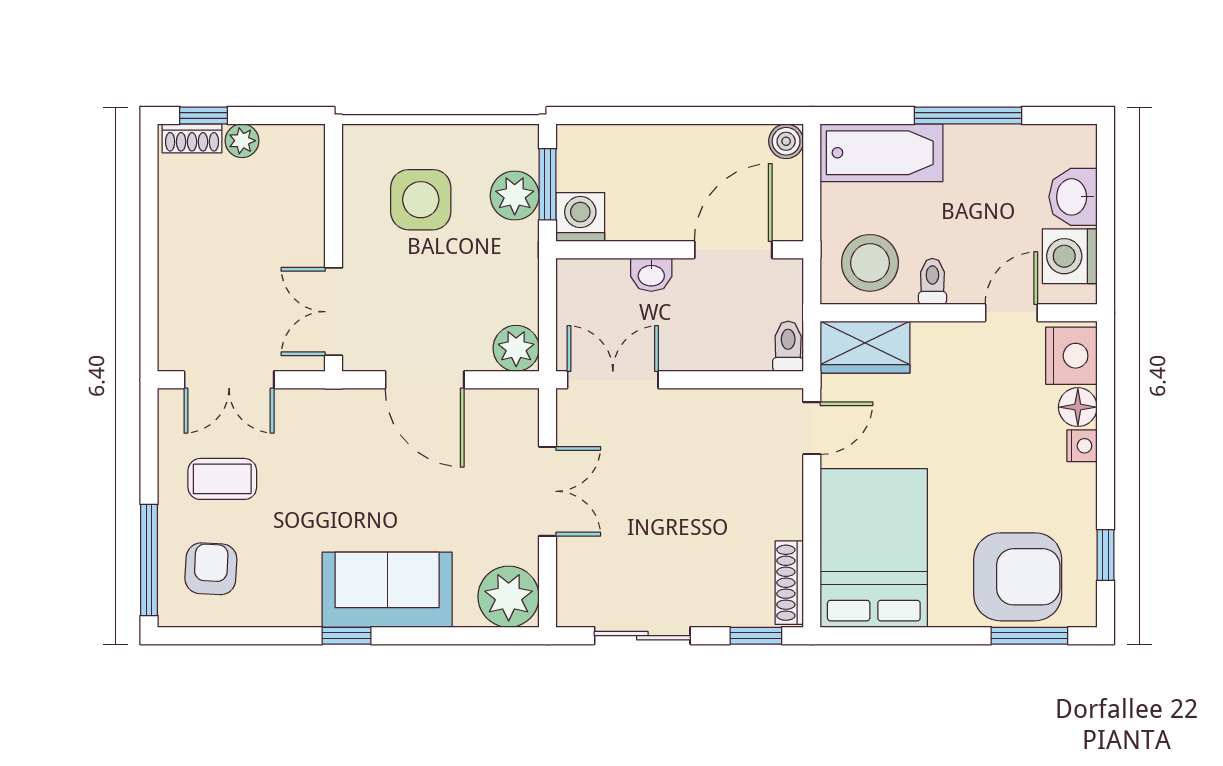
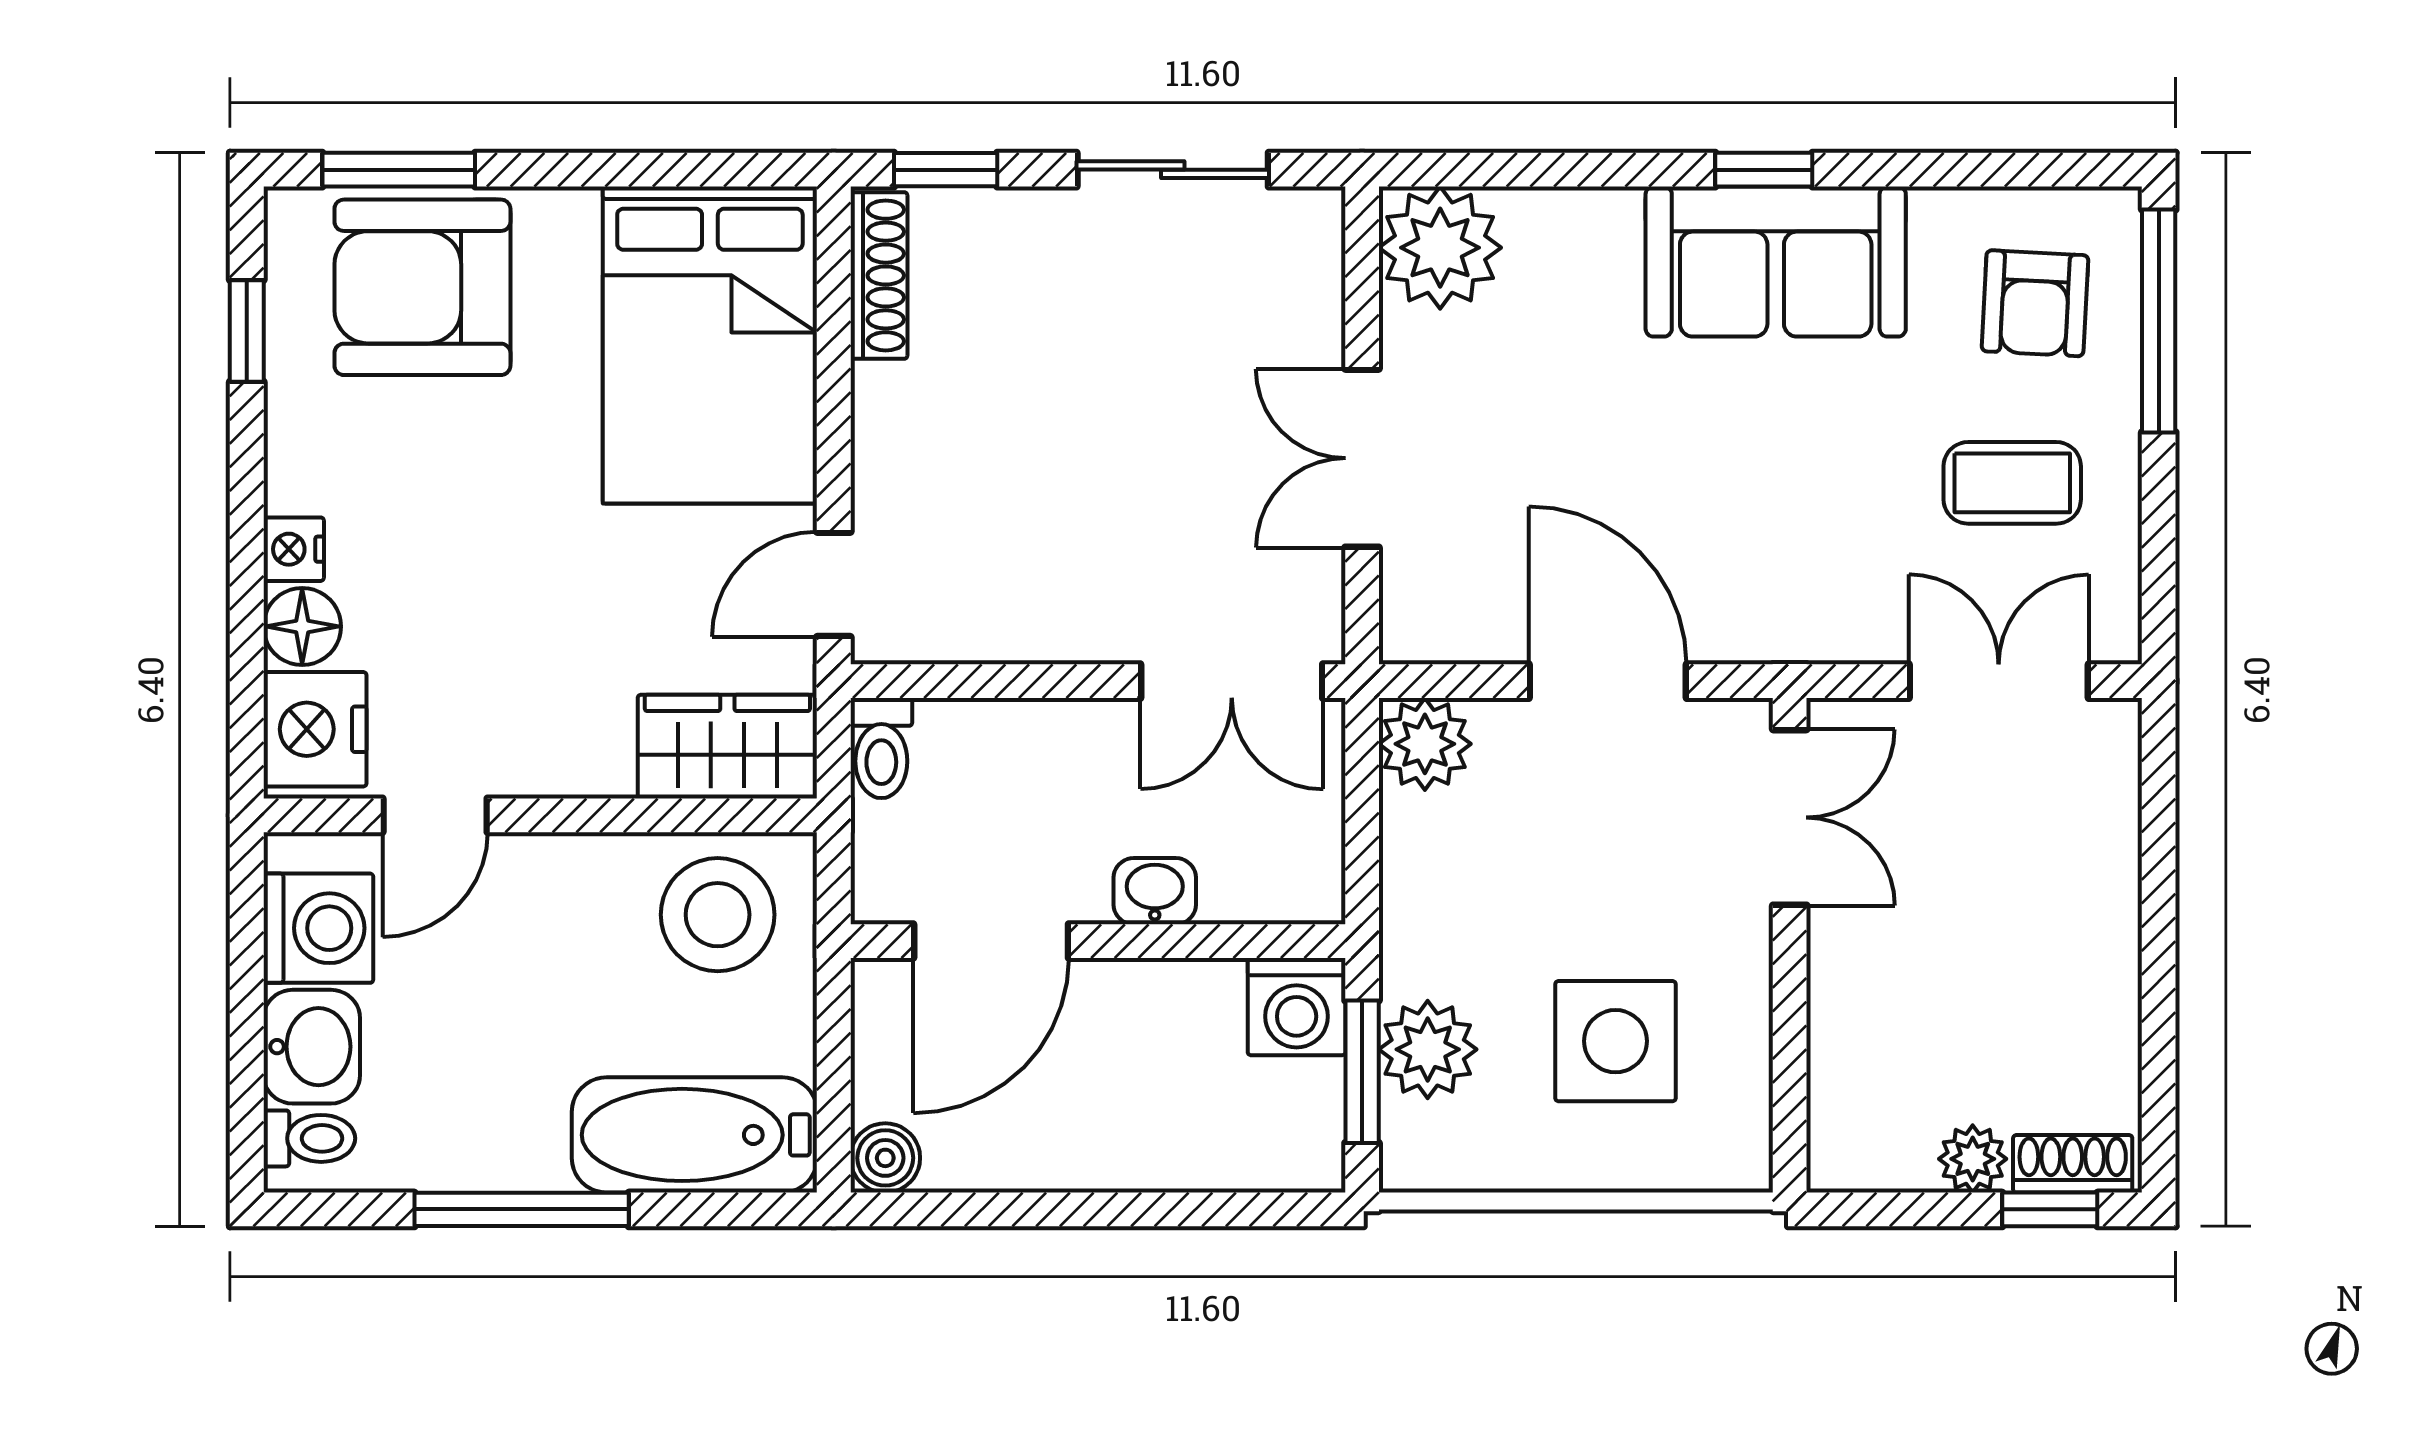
toilet: (932, 281) -> (309, 1138), moved, turned -90
sofa: (387, 590) -> (1776, 262), moved

